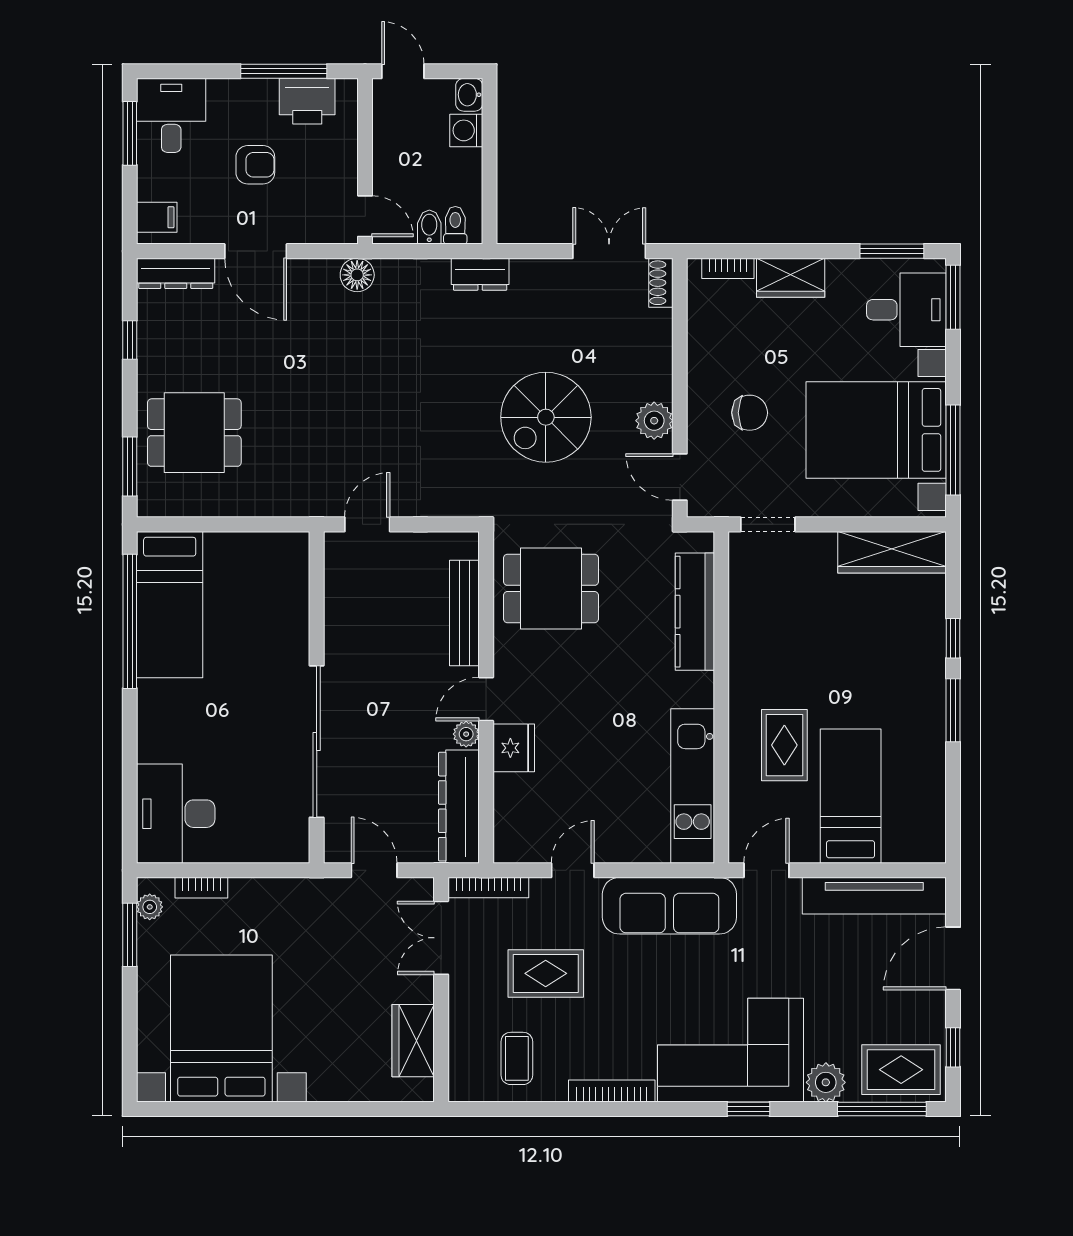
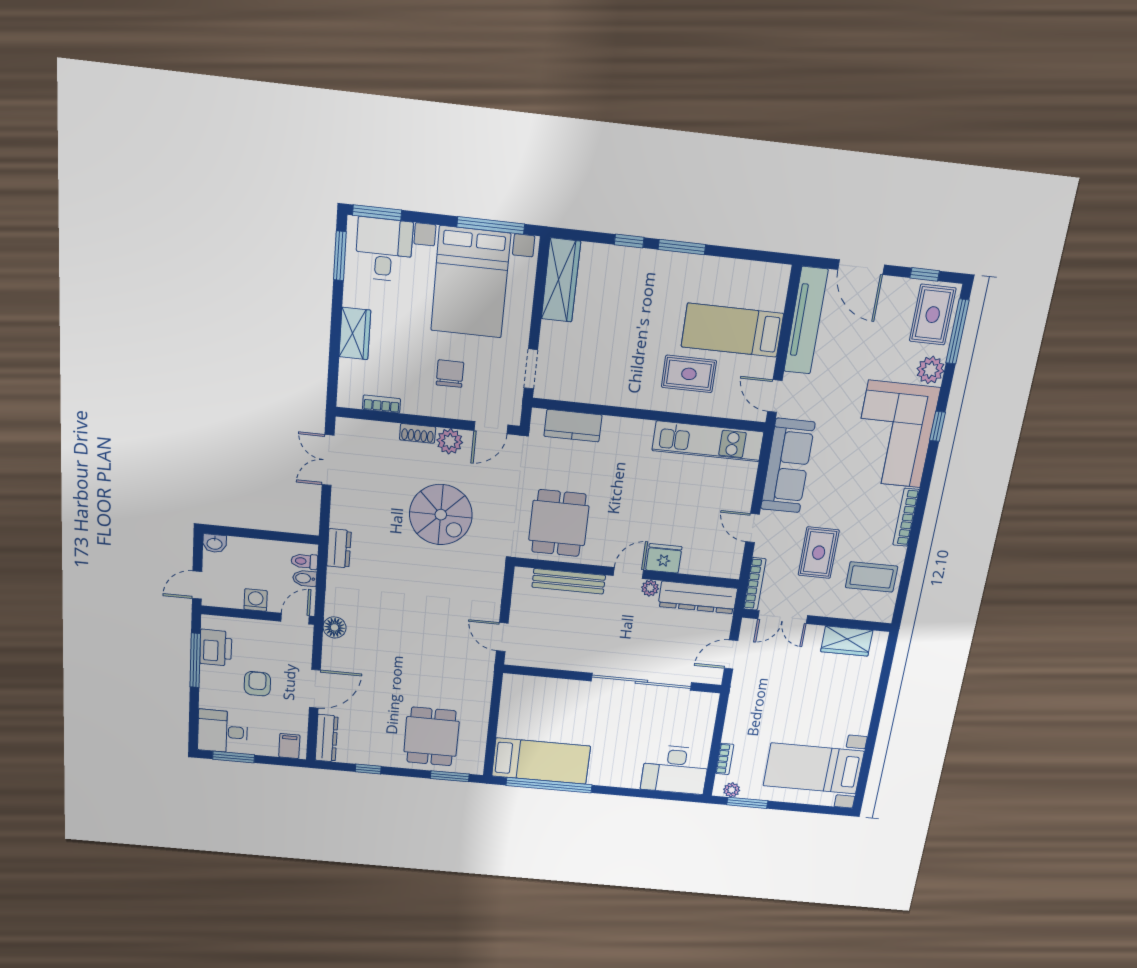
washing machine: (466, 130) -> (256, 600), moved, turned 180
bookcase: (728, 268) -> (381, 404), moved, turned -90
shoe rack: (661, 283) -> (418, 433), moved
kitchen counter: (695, 612) -> (573, 426), width x0.67
door: (486, 699) -> (628, 573), swing flipped
bed with nightstands: (221, 1028) -> (814, 769), width x0.73
coffee table: (517, 1058) -> (872, 577), width x1.36, depth x1.30

